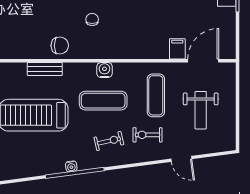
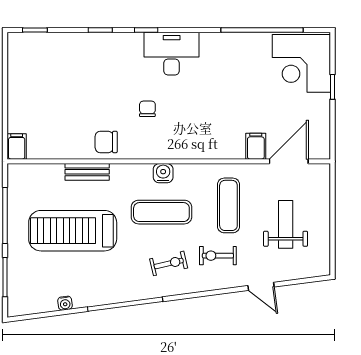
chair: (60, 46) -> (106, 142), turned 180
weight bench: (201, 110) -> (286, 224), turned 180
water cooler: (71, 166) -> (65, 303), moved

